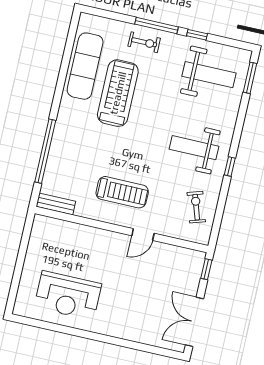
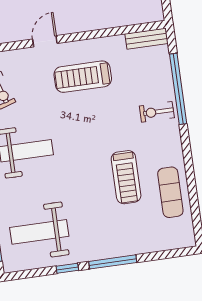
exercise bike: (144, 42) -> (157, 112), moved
exercise mat: (85, 66) -> (170, 192), width x0.73, depth x0.69
treadmill: (118, 93) -> (126, 177), width x0.73, depth x0.73

